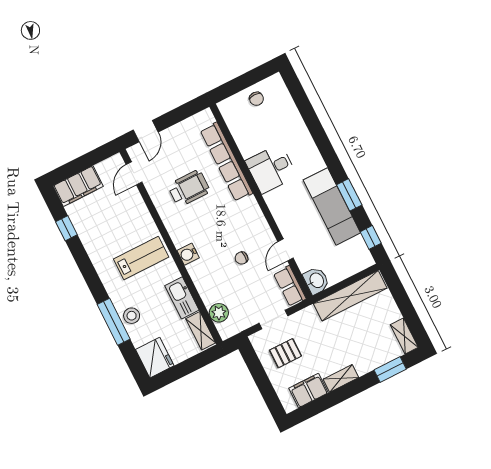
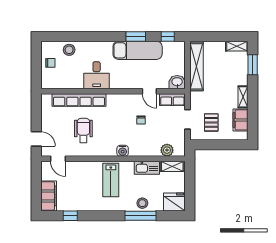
stool: (287, 115) -> (69, 50), added
lab bench: (141, 258) -> (111, 180), turned 180

